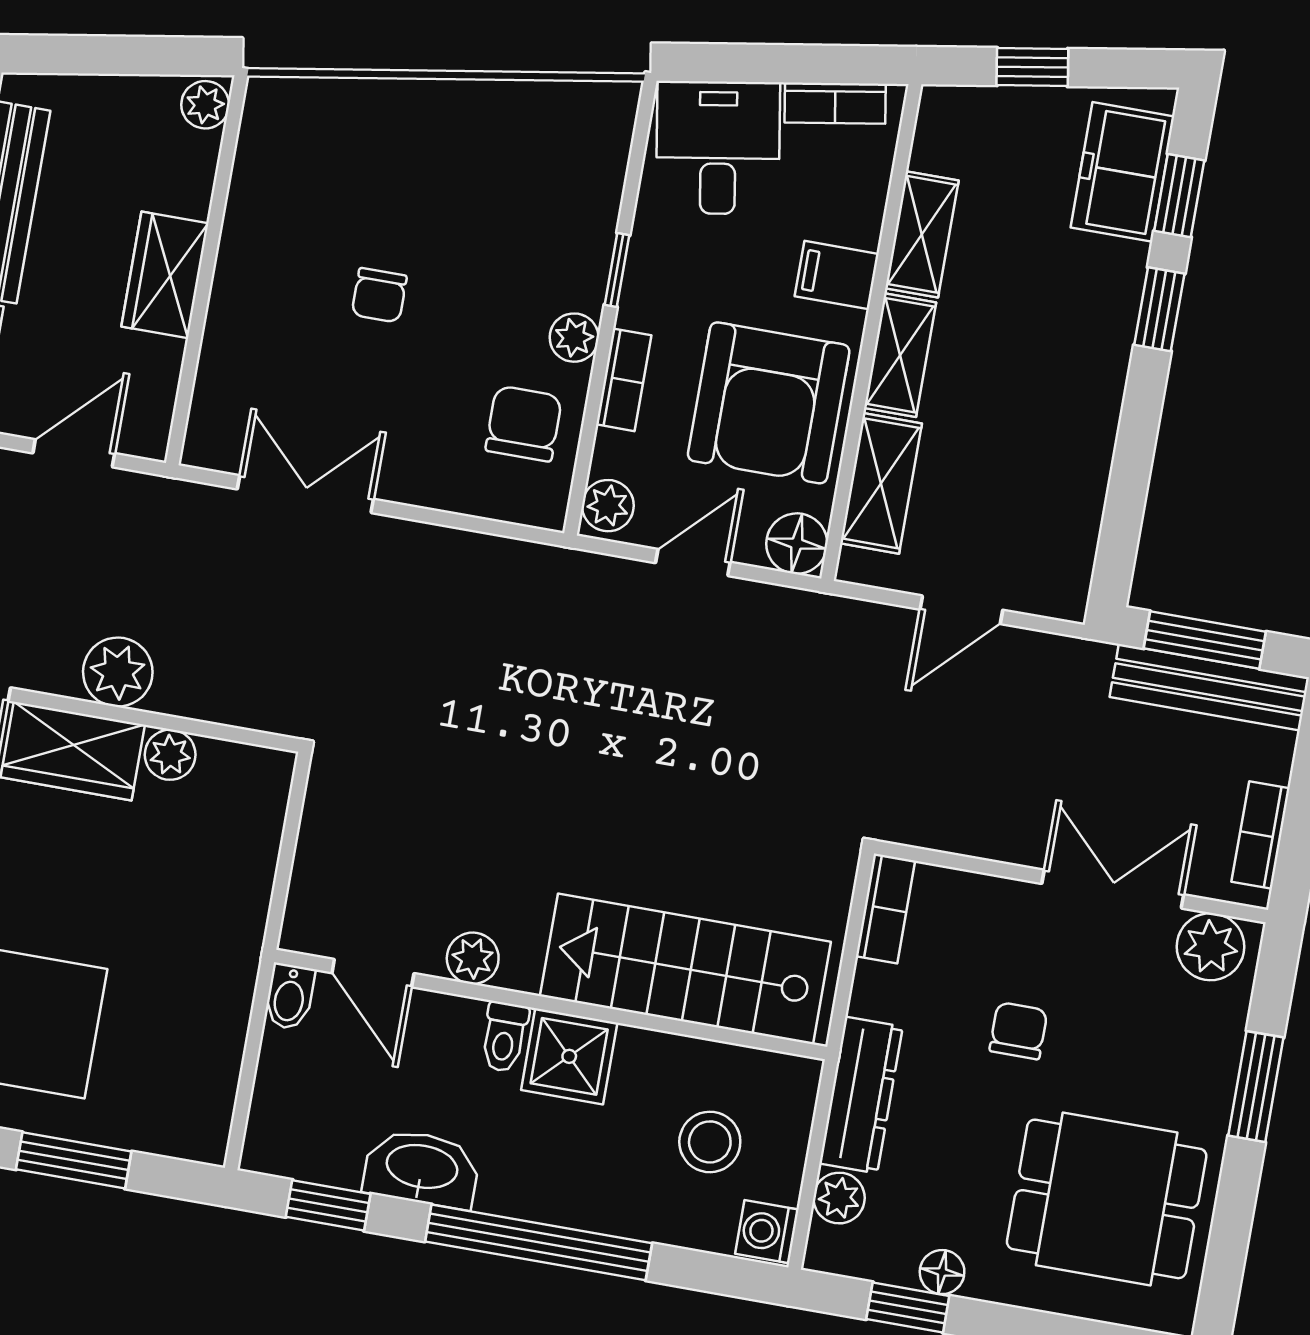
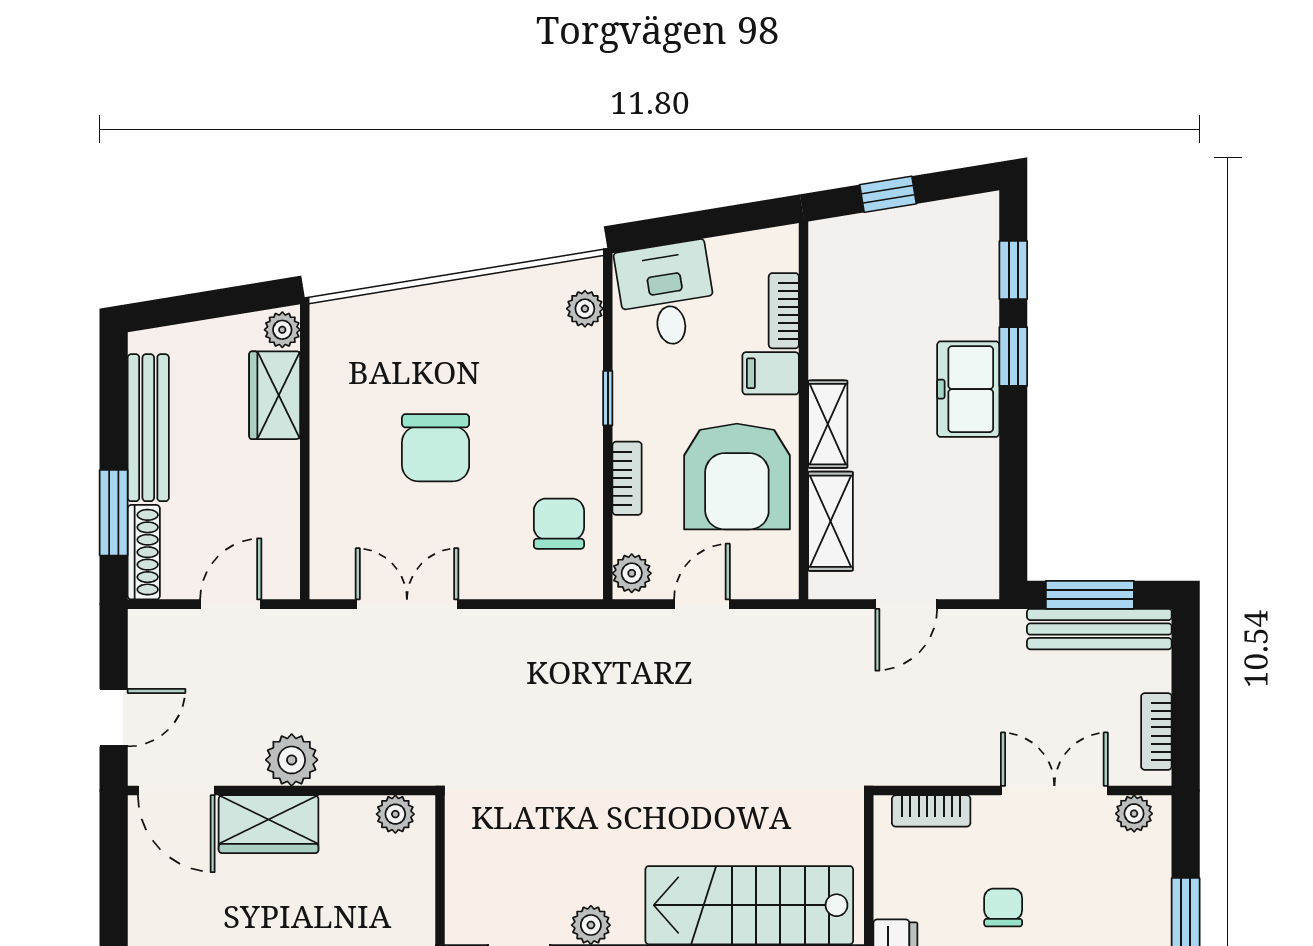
bookcase: (835, 103) -> (784, 311), moved, turned 99
freezer: (1122, 172) -> (968, 389), moved
shelving: (922, 234) -> (828, 332), removed
wardrobe: (165, 275) -> (275, 395), moved
chair: (379, 295) -> (436, 448), width x1.87, depth x1.87
plant: (574, 338) -> (585, 309), moved
floor lamp: (797, 544) -> (776, 577), removed
plant: (170, 755) -> (395, 814), moved
bookcase: (886, 908) -> (931, 811), moved, turned 90
plant: (1211, 947) -> (1134, 814), width x0.73, depth x0.73

